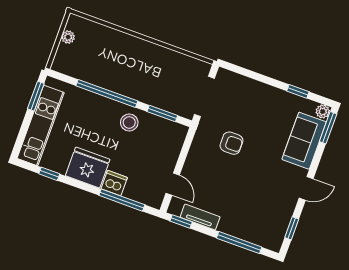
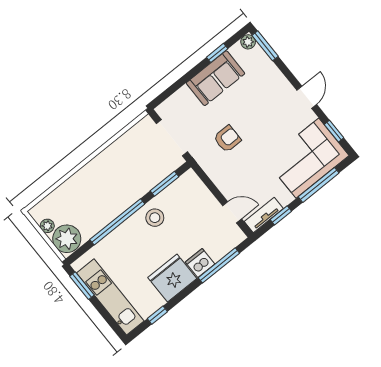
plant: (67, 60) -> (67, 239), added
sofa: (304, 141) -> (215, 78), moved, turned -90
tv unit: (200, 217) -> (264, 215), moved
corner sofa: (256, 220) -> (307, 158), added
window: (181, 222) -> (281, 215), moved

